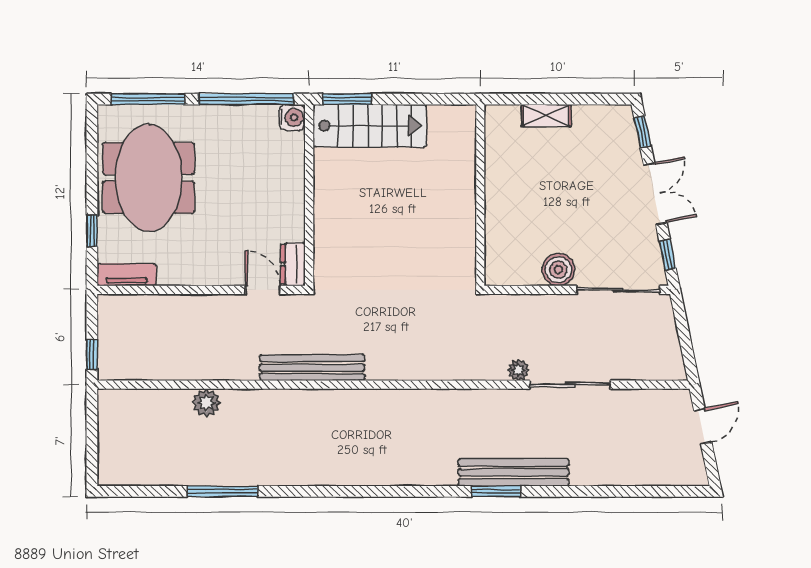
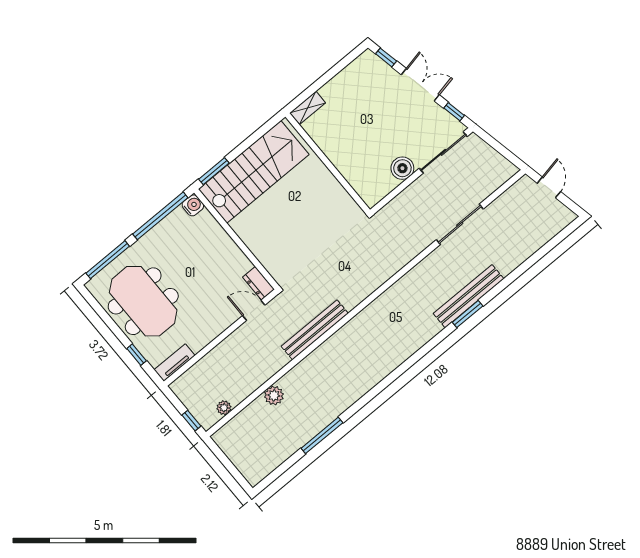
shelving: (546, 115) -> (308, 108), moved
stairs: (370, 126) -> (254, 172), width x1.36, depth x1.51
plant: (518, 370) -> (224, 408), moved

